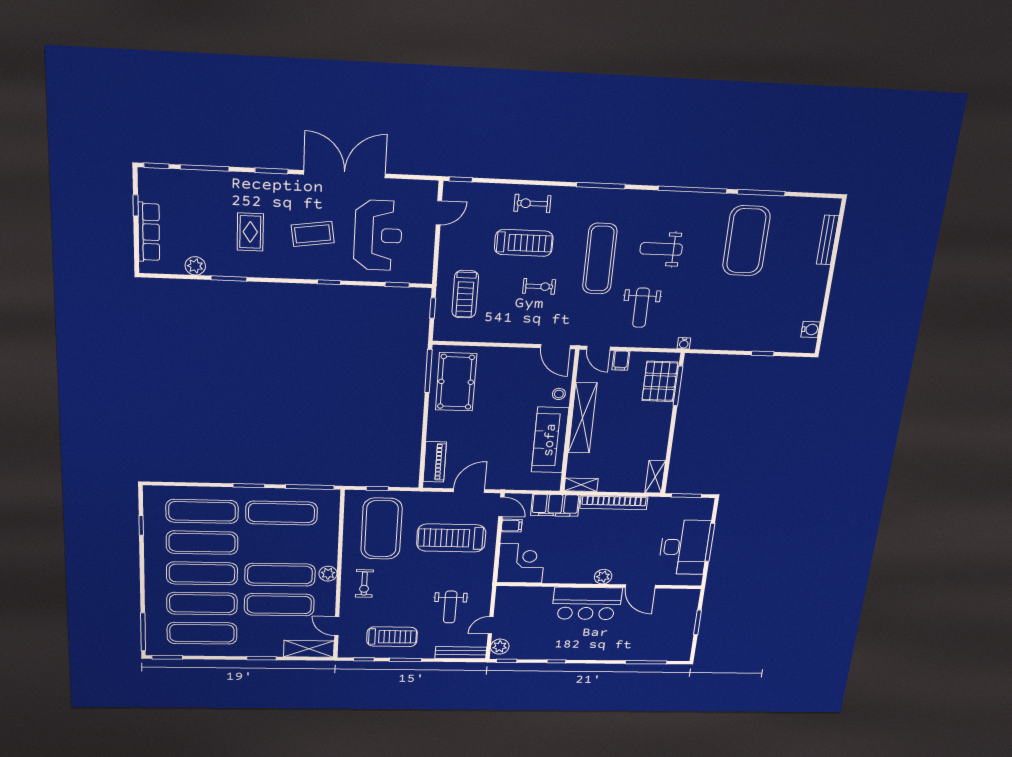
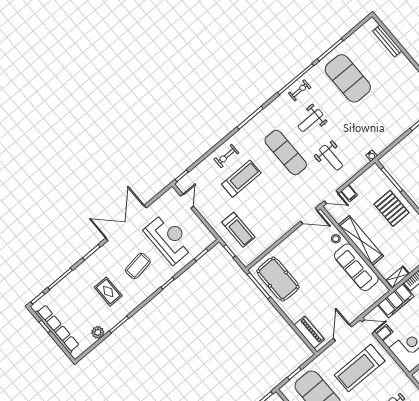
row of seats: (149, 232) -> (57, 329), width x1.36
exercise bike: (539, 286) -> (300, 90), moved
pallet: (660, 381) -> (391, 208), moved

